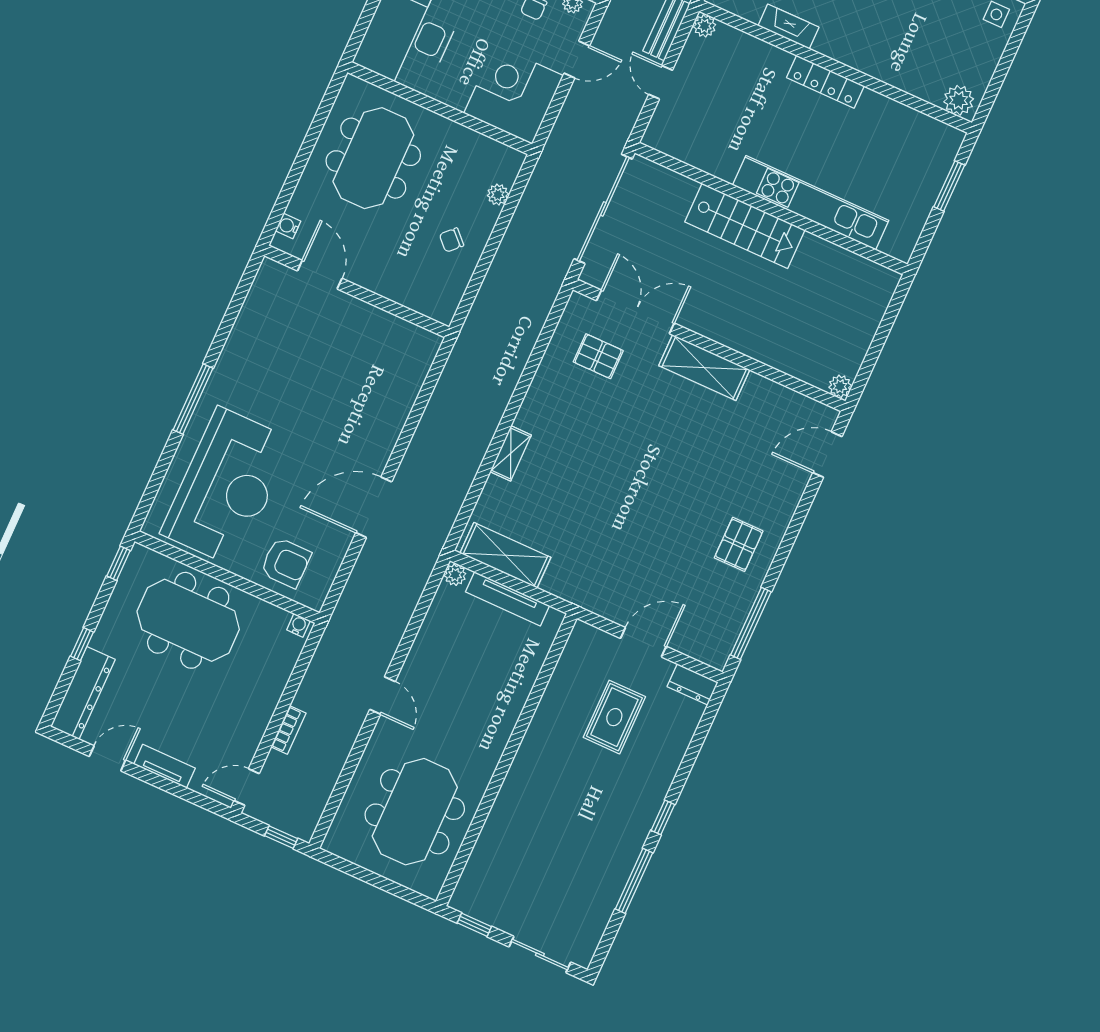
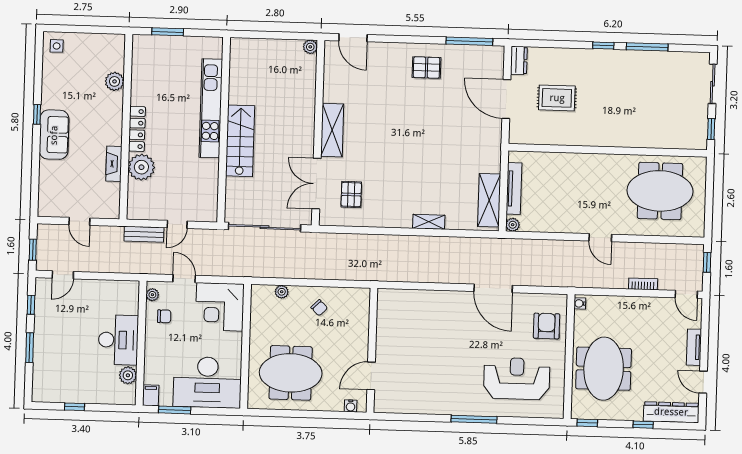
plant: (705, 26) -> (141, 167), moved, width x1.88, depth x1.88
plant: (959, 100) -> (115, 81), moved
reception desk: (227, 487) -> (517, 379), width x0.74, depth x0.77
door: (643, 642) -> (506, 99), width x1.36
door: (382, 696) -> (600, 238), swing flipped

